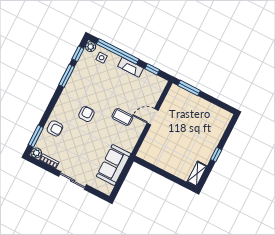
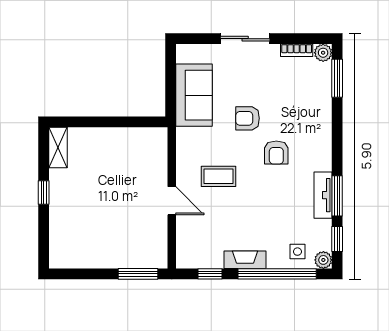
tv unit: (74, 80) -> (323, 195), added
door: (153, 117) -> (172, 201), hinge flipped
armchair: (55, 128) -> (248, 118), moved

